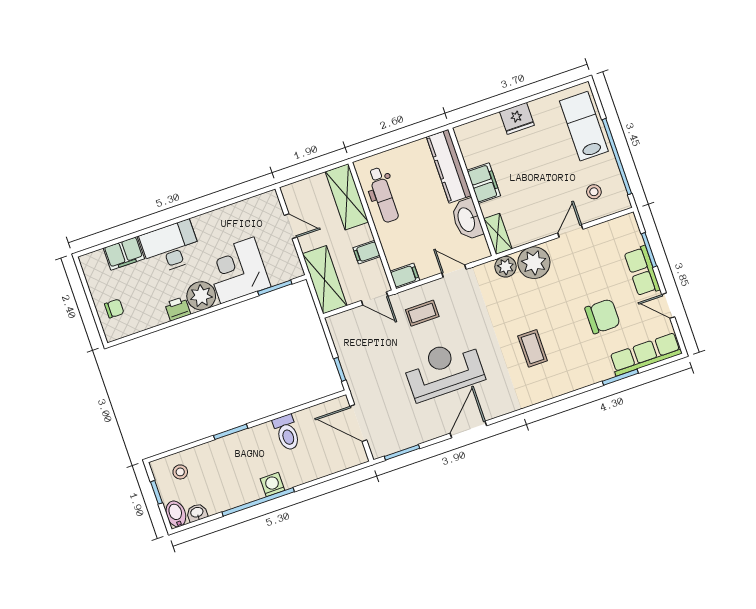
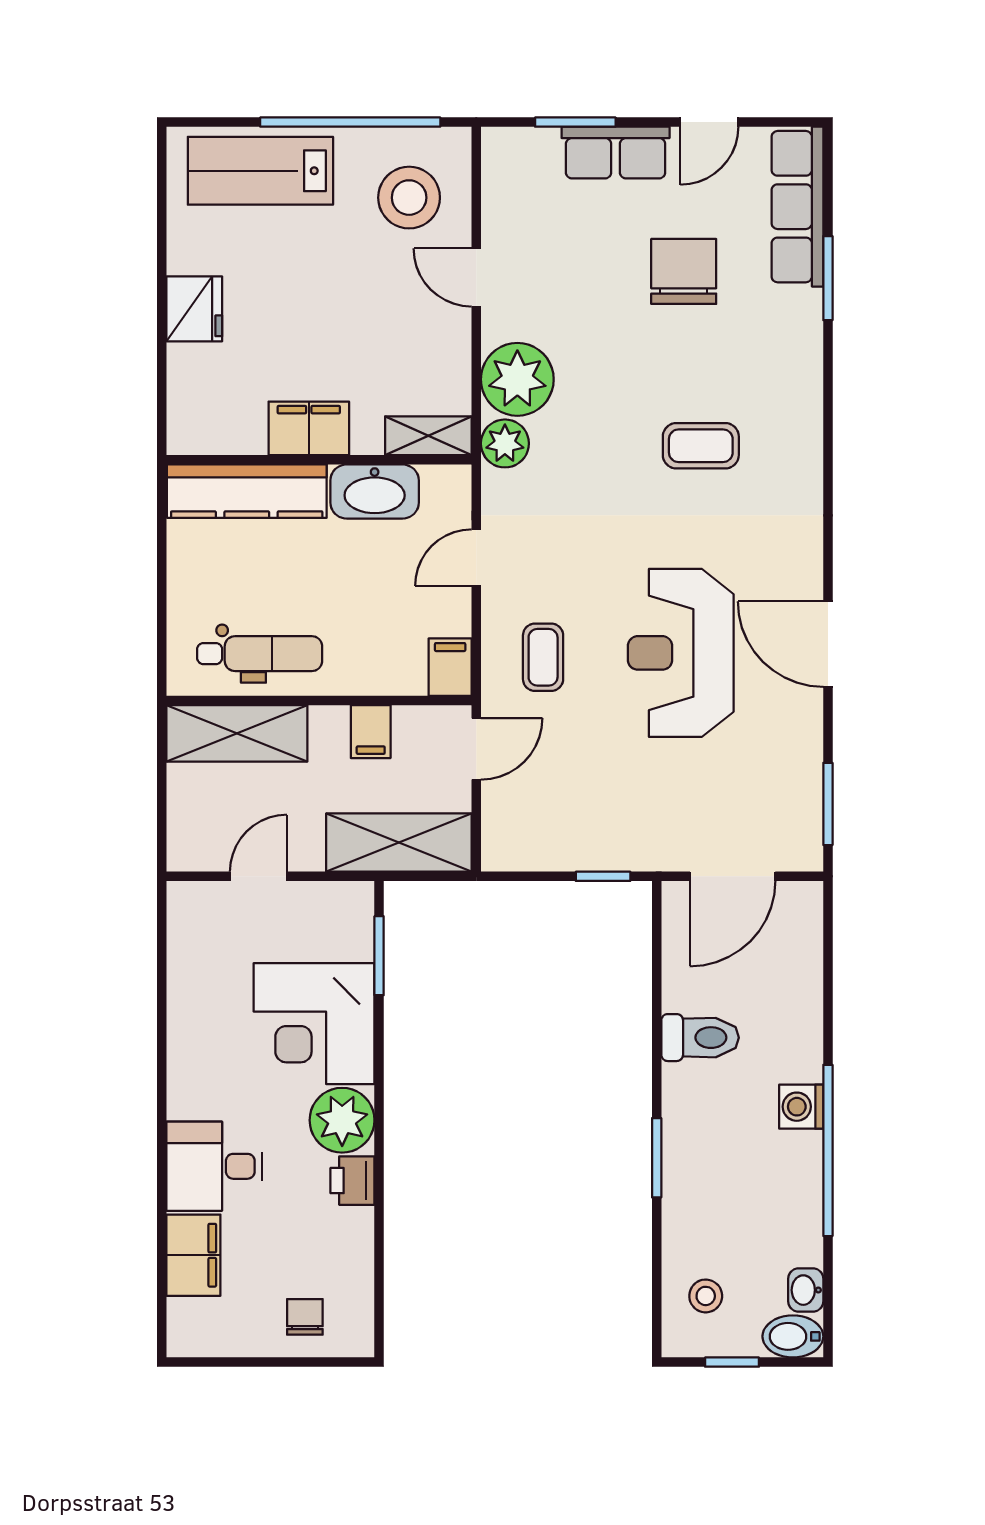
stool: (594, 192) -> (409, 198), width x1.89, depth x1.89
desk: (171, 247) -> (214, 1166), width x0.73

